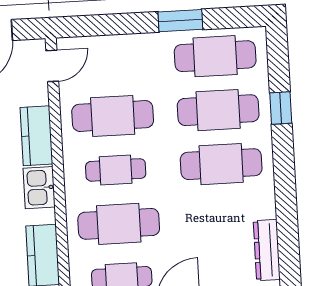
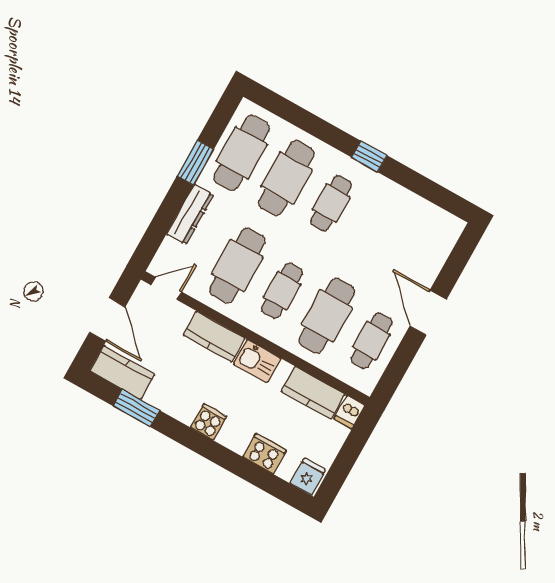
door: (52, 66) -> (166, 288), hinge flipped
window: (281, 108) -> (369, 156), moved
cafe table: (221, 164) -> (331, 203), width x0.73, depth x0.74
dresser: (267, 250) -> (190, 214), moved, turned -90

